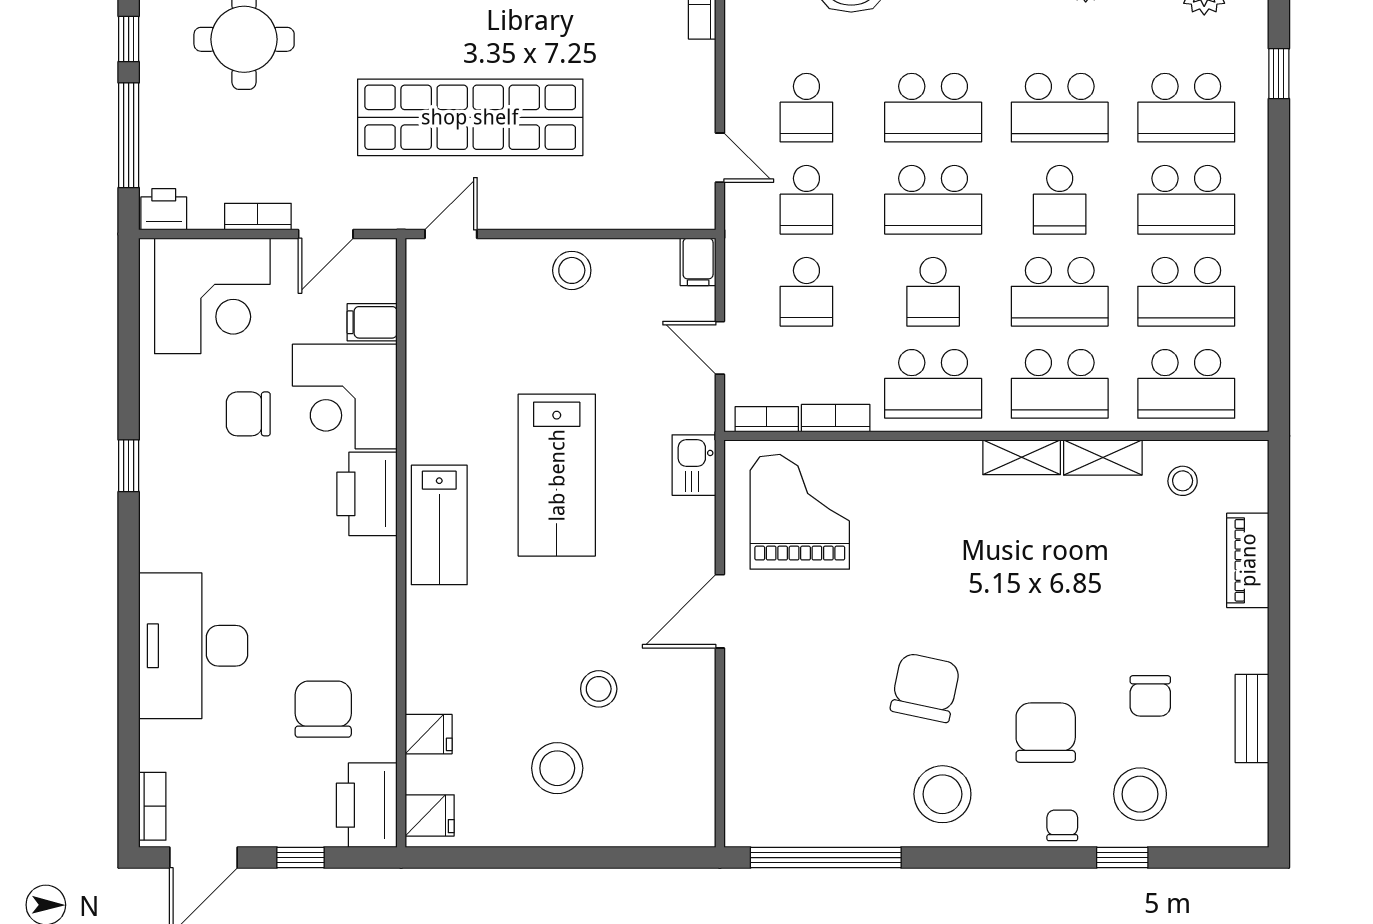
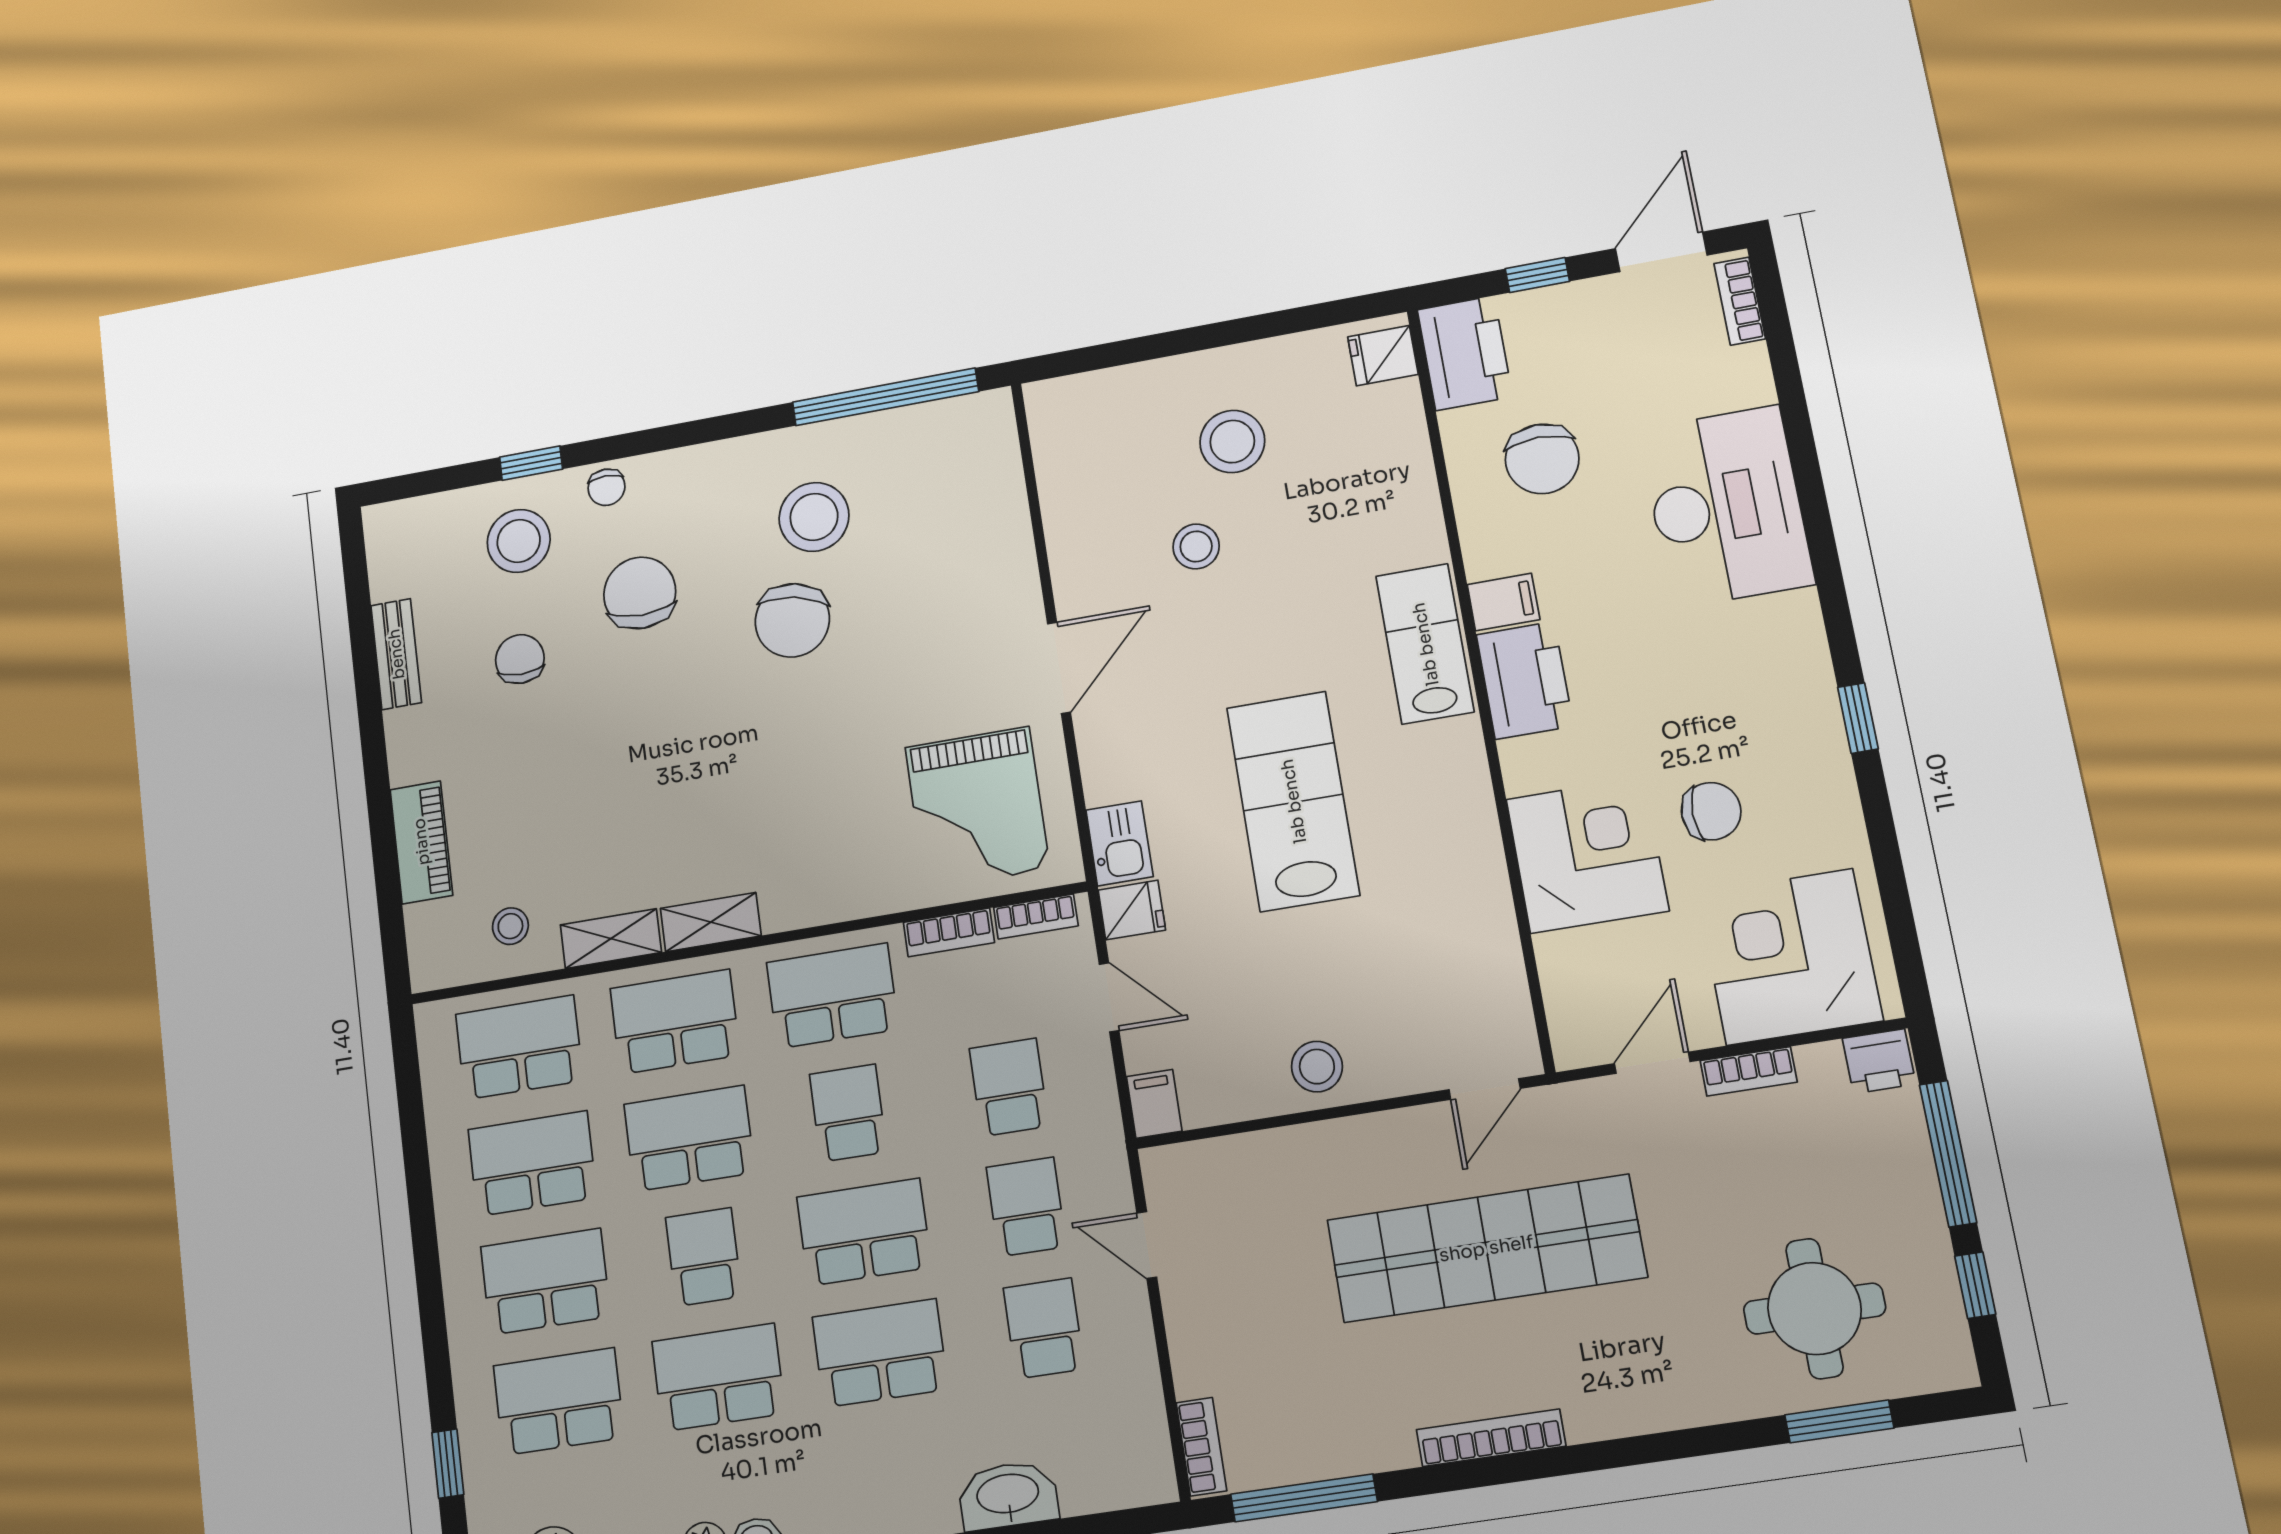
filing cabinet: (372, 322) -> (1503, 602), moved
printer: (367, 494) -> (1525, 680), moved
lab bench: (439, 525) -> (1425, 644), moved
chair: (1046, 733) -> (640, 593), turned 180
fridge: (429, 734) -> (1132, 910), moved, turned 180
stool: (942, 794) -> (814, 517), moved

